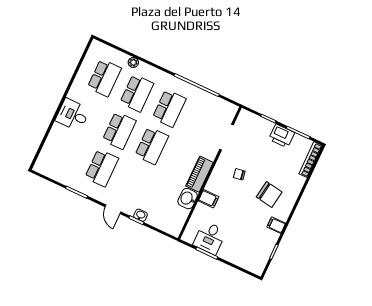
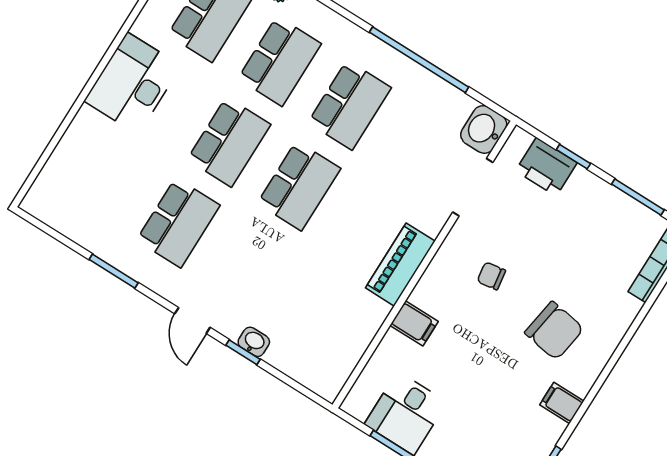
desk: (73, 115) -> (133, 83), width x1.37
printer: (282, 136) -> (546, 167), moved
washbasin: (188, 199) -> (484, 129), moved

